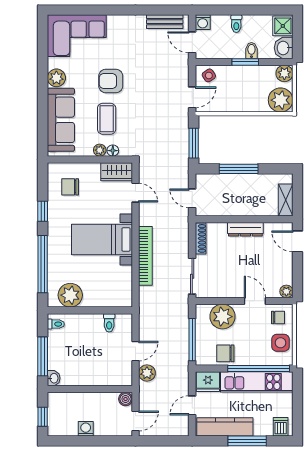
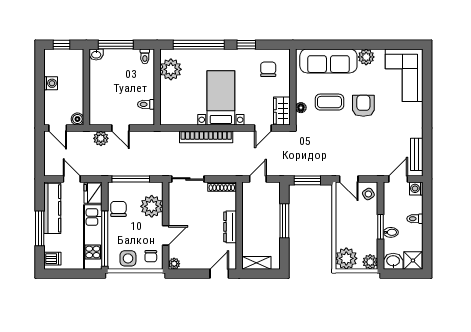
plant: (100, 150) -> (301, 96), removed

